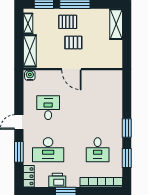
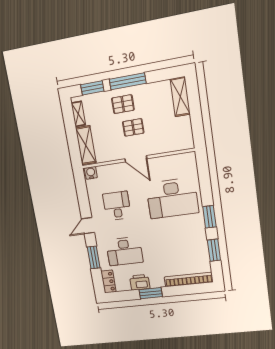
desk: (98, 150) -> (172, 198), moved, width x1.87, depth x1.30

